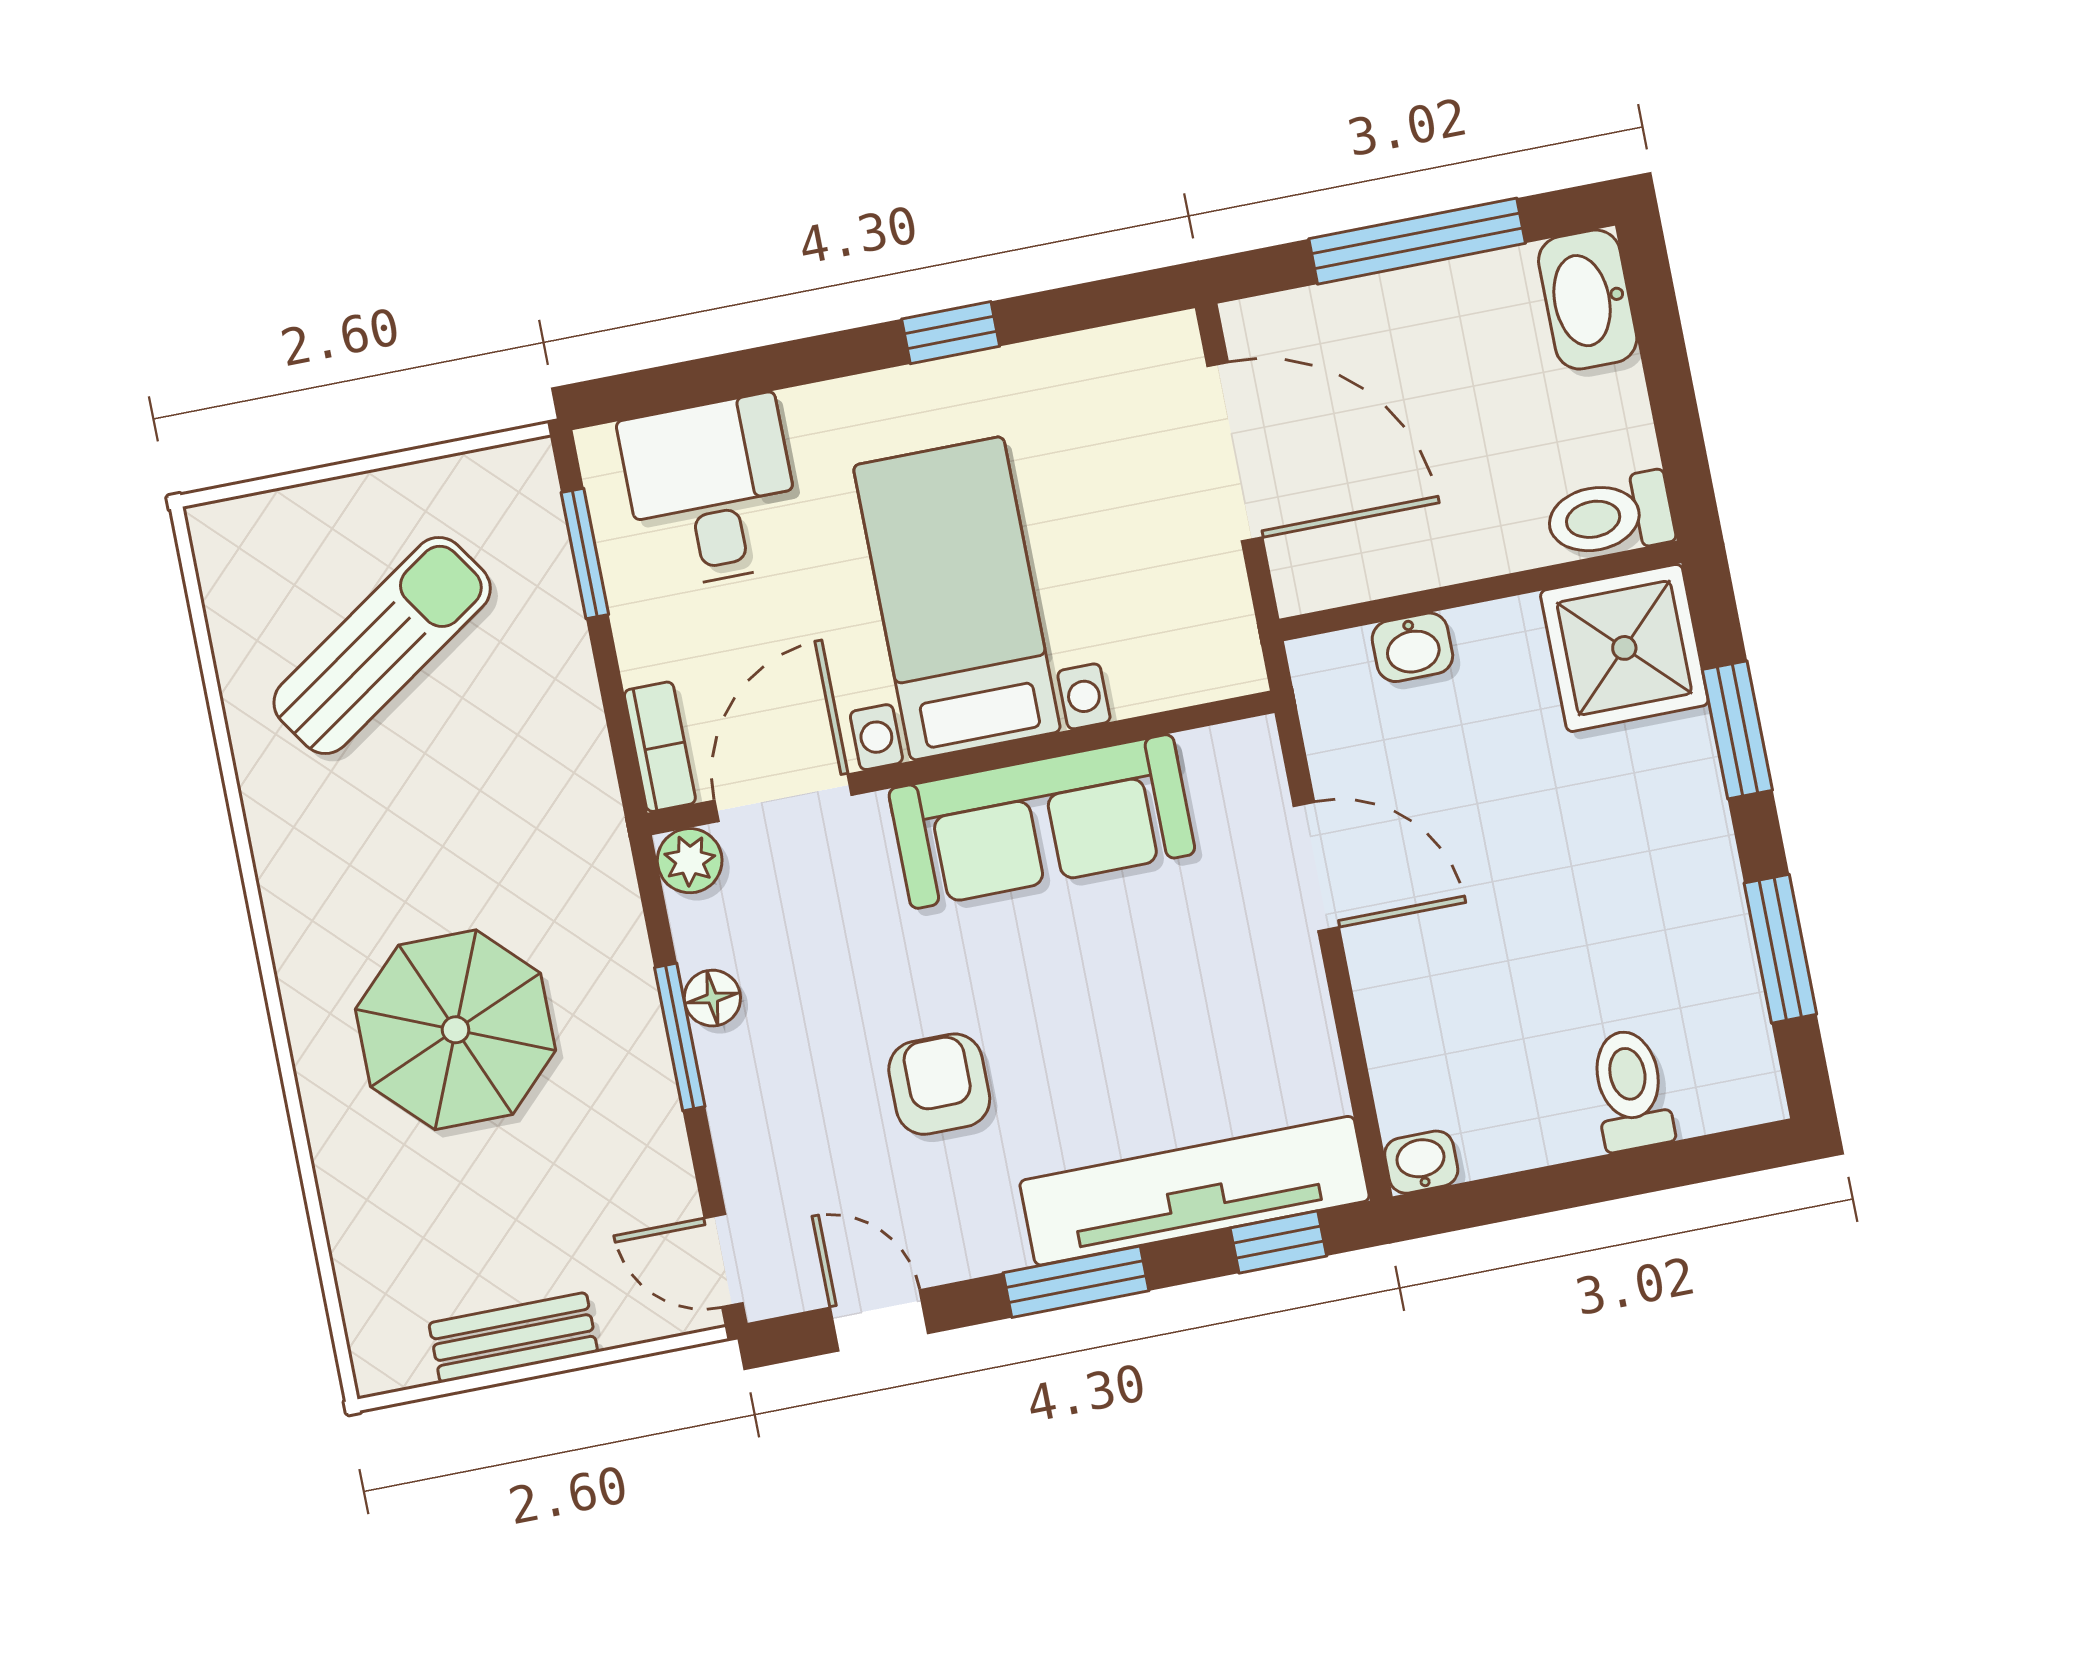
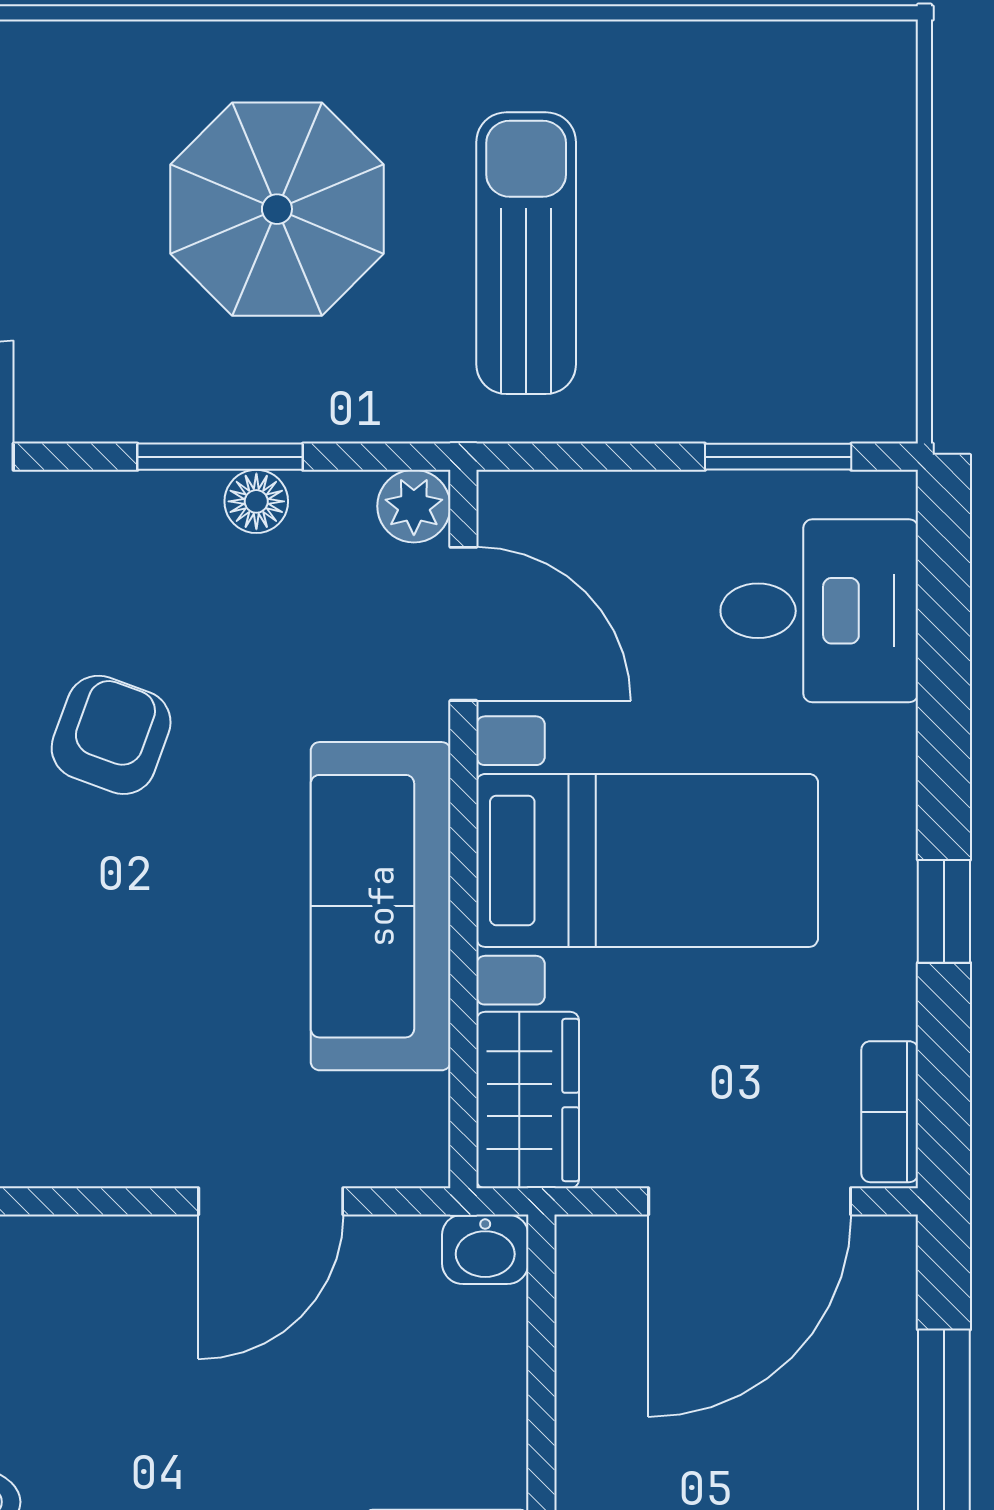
sun lounger: (382, 646) -> (526, 253), moved, turned -146
washbasin: (1412, 647) -> (485, 1249), moved, turned -90
wardrobe: (1185, 661) -> (528, 1100), added
bookcase: (660, 747) -> (890, 1112), moved, turned 90
armchair: (939, 1084) -> (111, 735), turned -70

